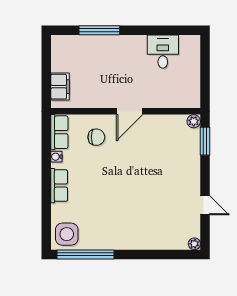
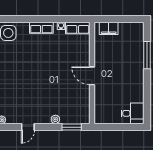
desk: (163, 52) -> (132, 113), moved
plant: (194, 121) -> (55, 119), moved
chair: (96, 137) -> (74, 53), removed

